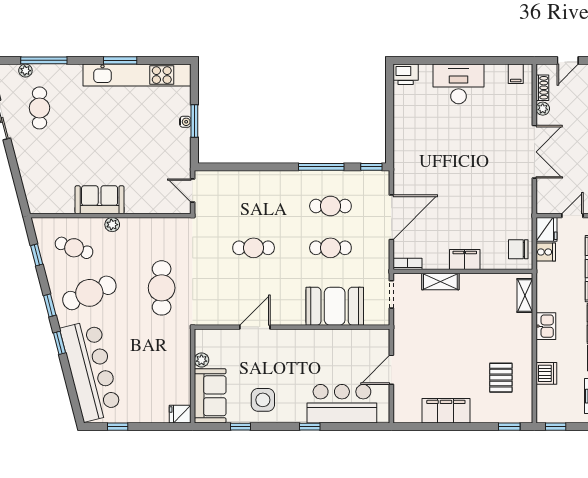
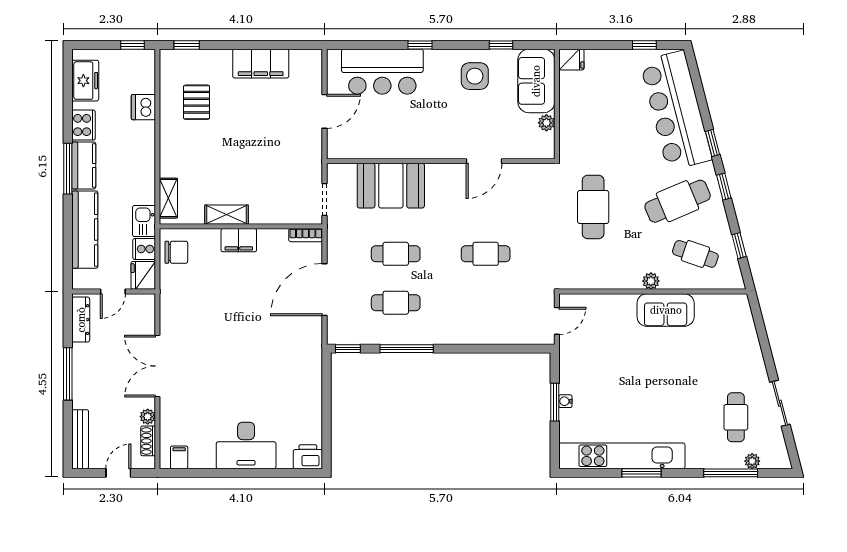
door: (193, 190) -> (557, 321), hinge flipped
shelving: (440, 281) -> (227, 215), moved
kitchen sink: (546, 326) -> (144, 221), moved

